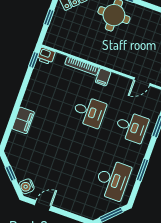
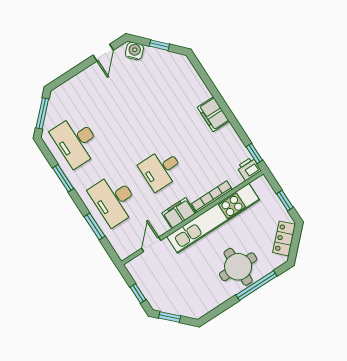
kitchen unit: (95, 55) -> (213, 218), added
filing cabinet: (103, 77) -> (179, 213), width x2.00
filing cabinet: (23, 120) -> (213, 114), moved
desk: (132, 127) -> (114, 200), width x1.37

